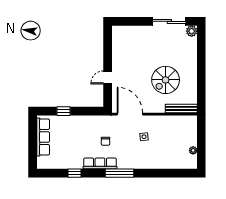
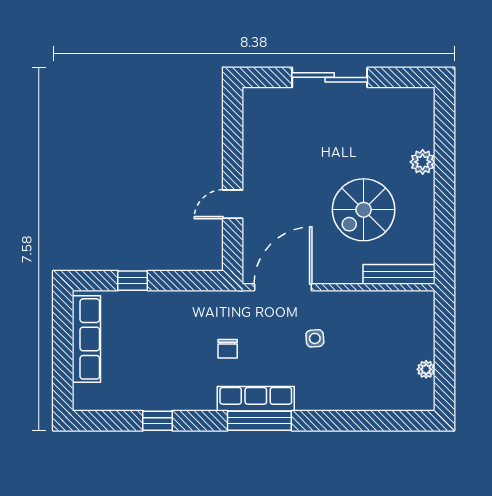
sliding door: (169, 21) -> (330, 77), moved
plant: (192, 31) -> (423, 162), moved
door: (130, 114) -> (283, 287), hinge flipped
row of seats: (100, 163) -> (256, 399), moved

